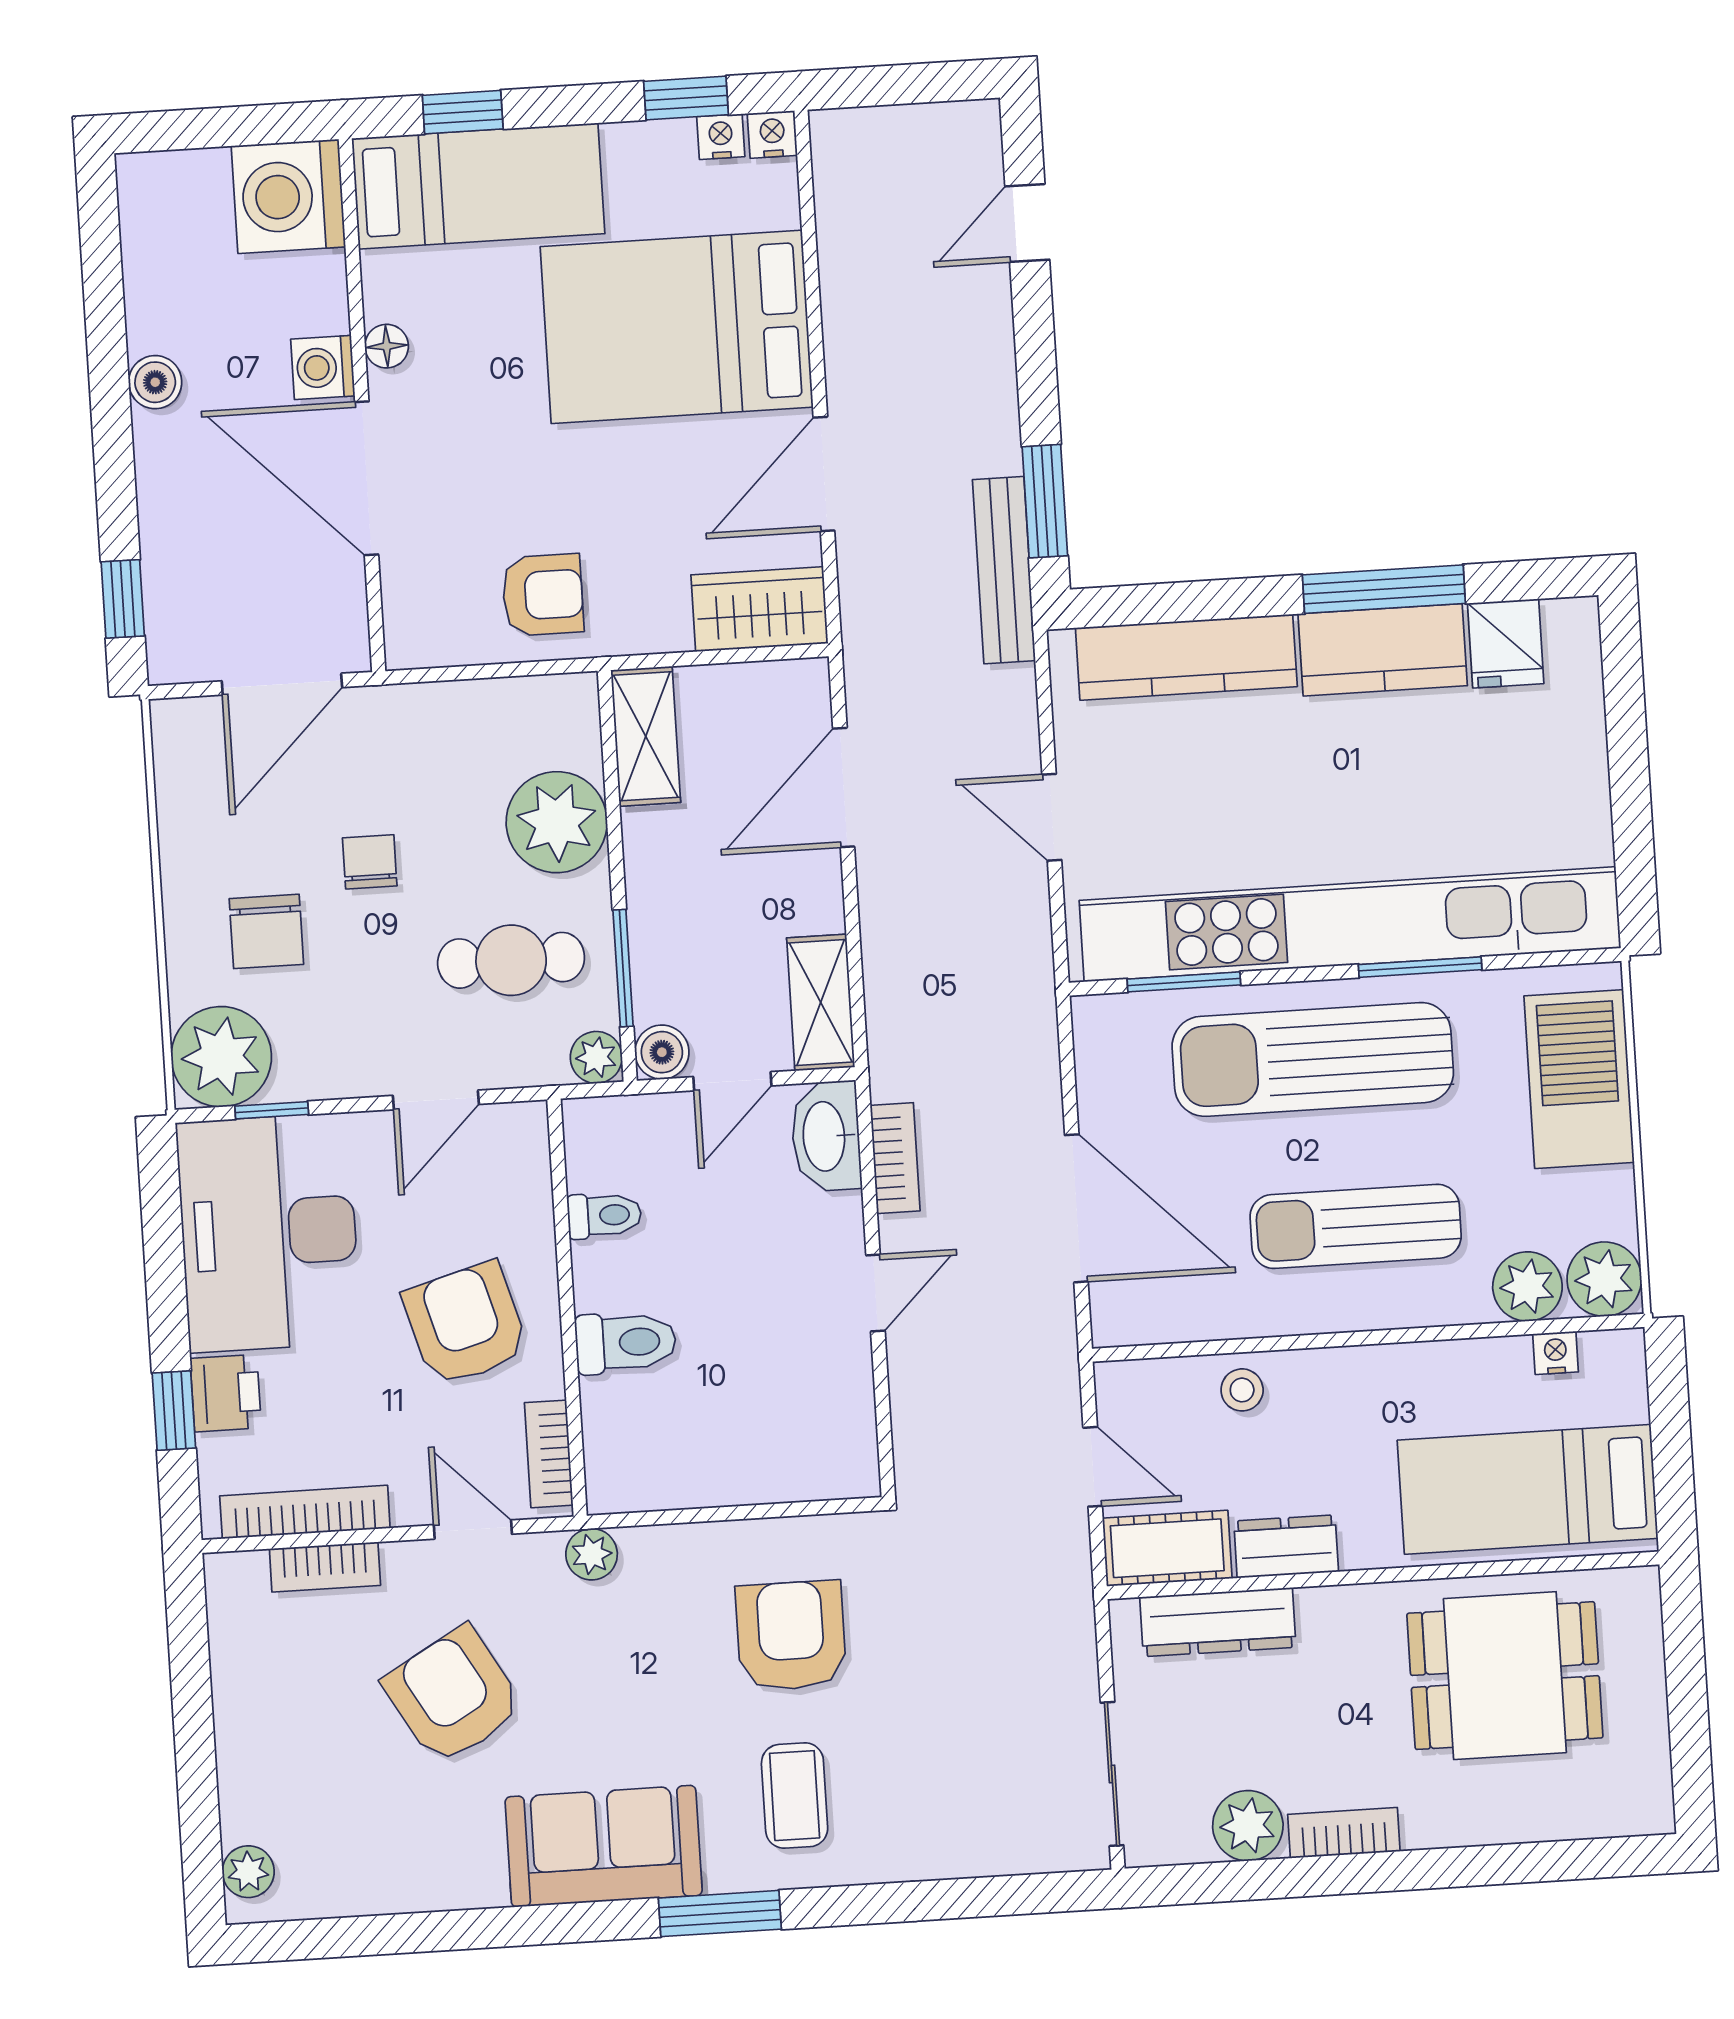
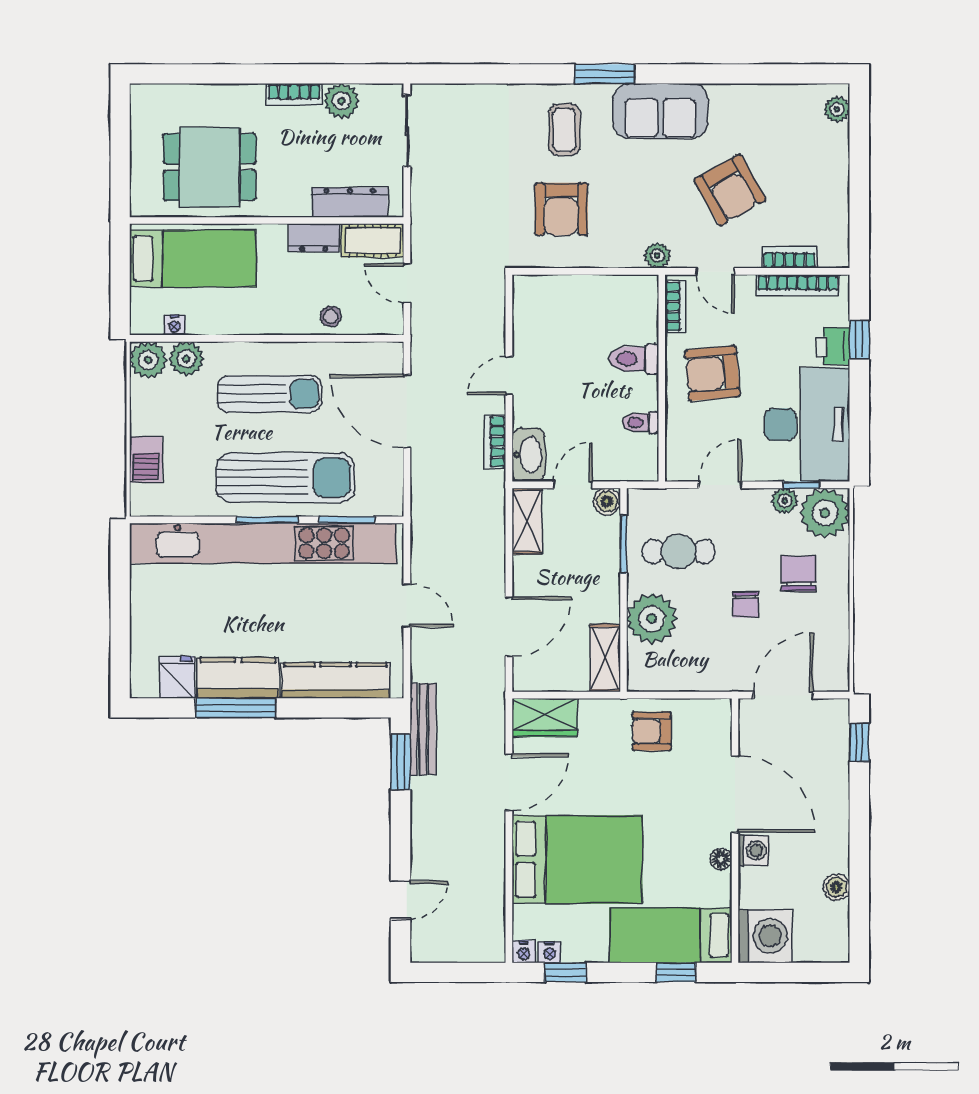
boiler: (155, 382) -> (837, 887), moved
window: (1420, 967) -> (267, 520), moved
plant: (596, 1057) -> (785, 501), moved
barbecue: (1579, 1079) -> (146, 460), width x0.53, depth x0.65
armchair: (466, 1324) -> (712, 373), turned 101

